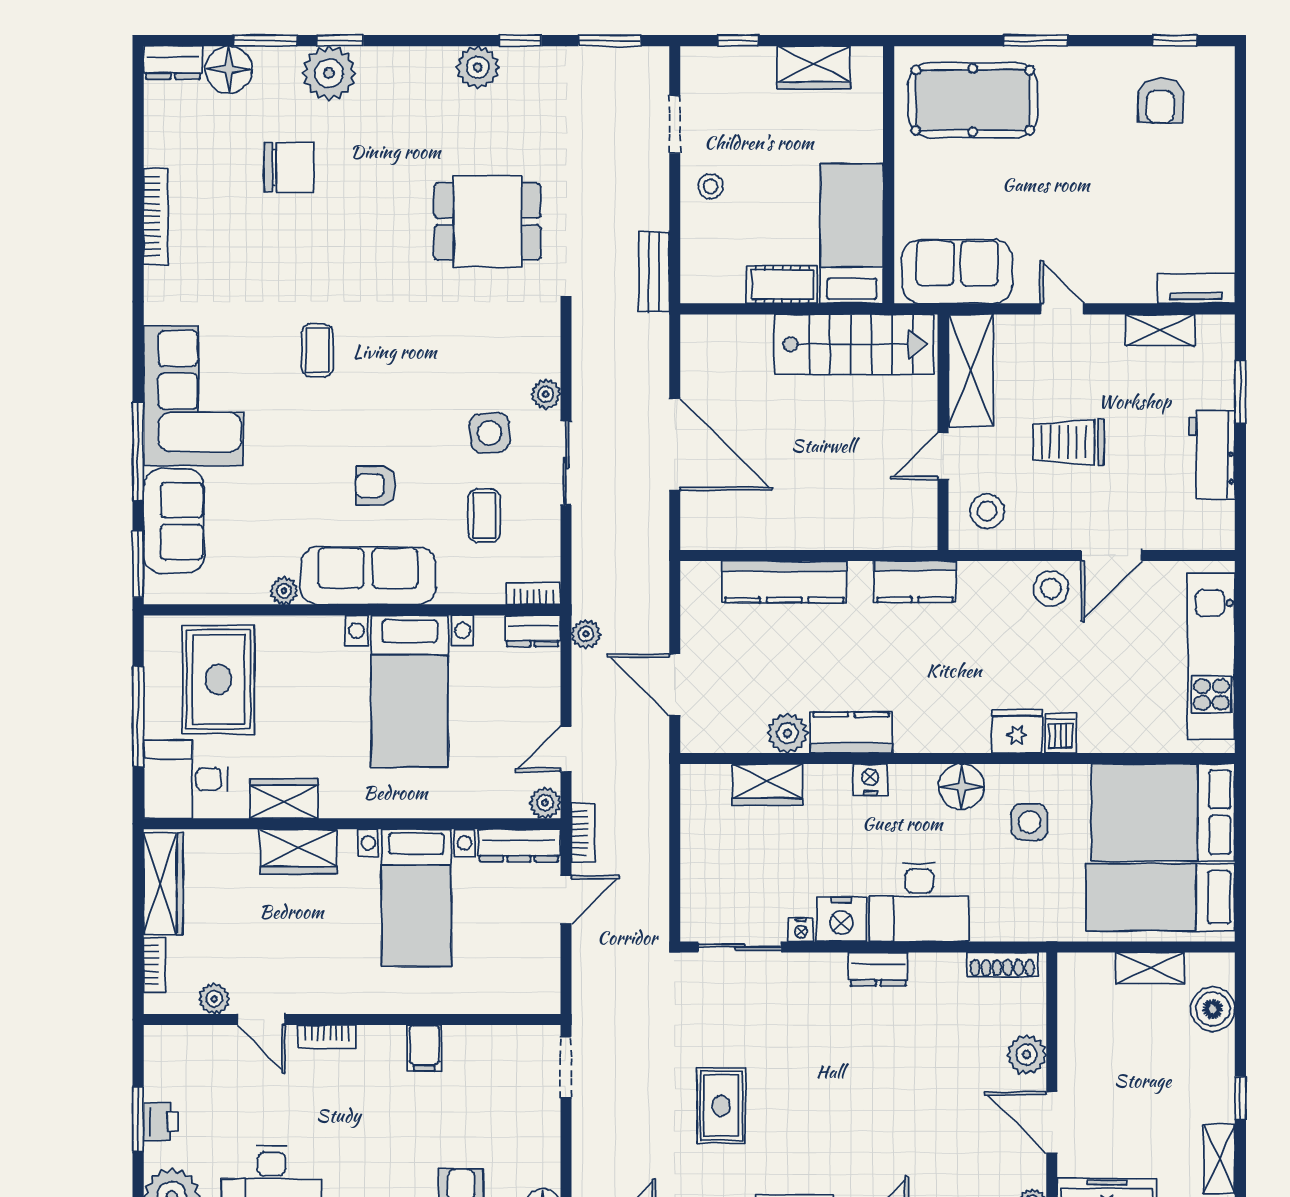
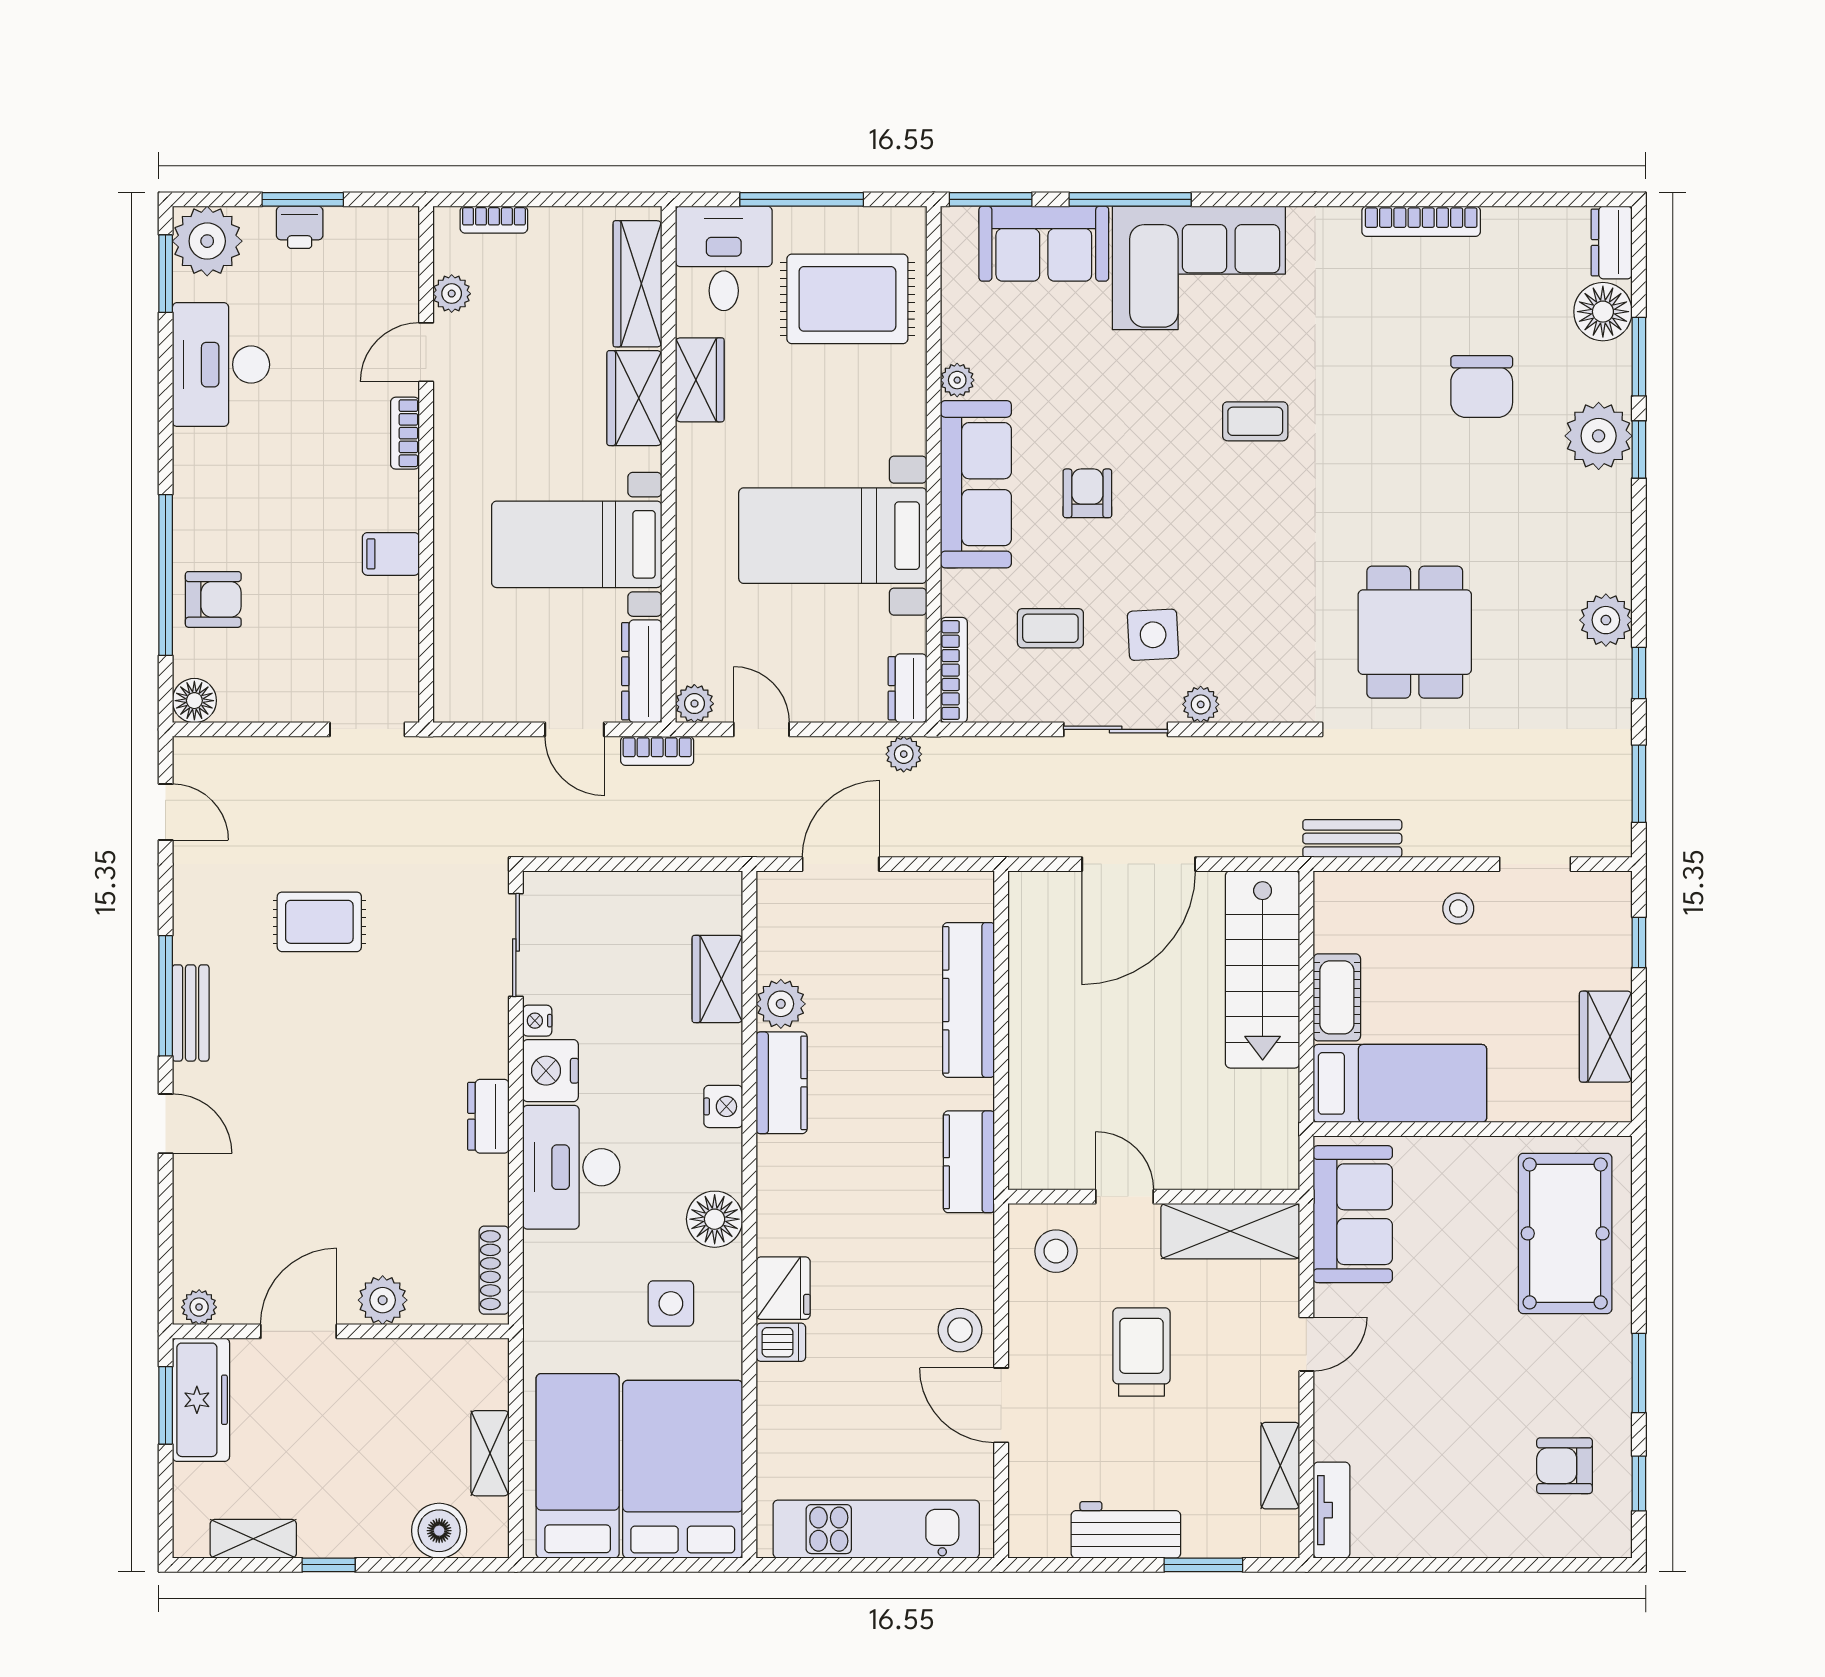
window: (1036, 41) -> (1639, 1373), moved
stairs: (854, 344) -> (1263, 969), moved
bookcase: (533, 594) -> (954, 670), width x1.56
wardrobe: (163, 884) -> (637, 284), moved, turned 90

